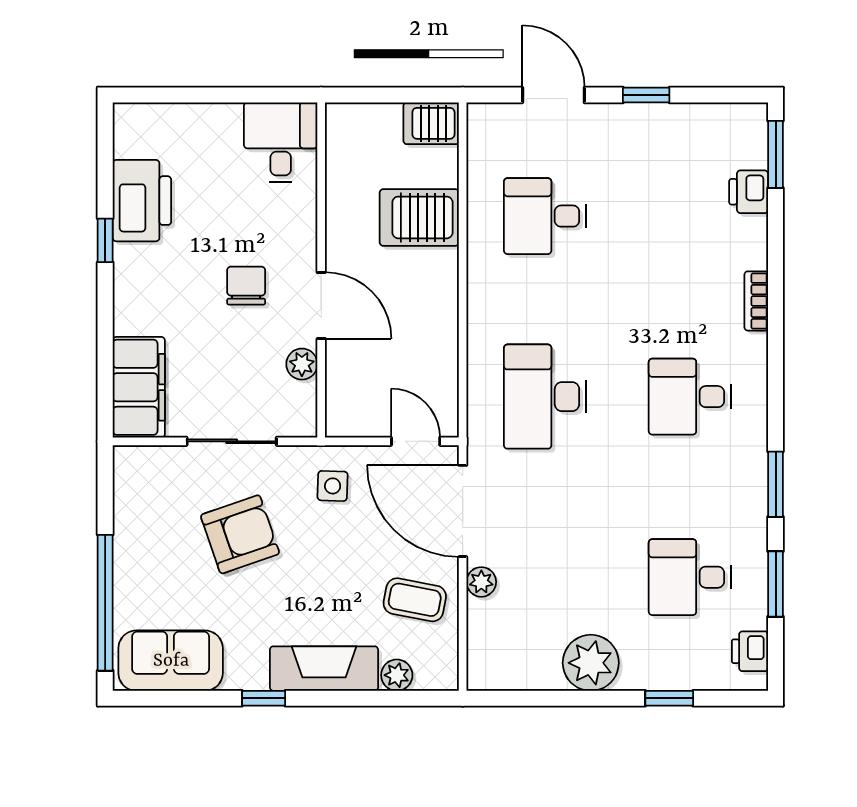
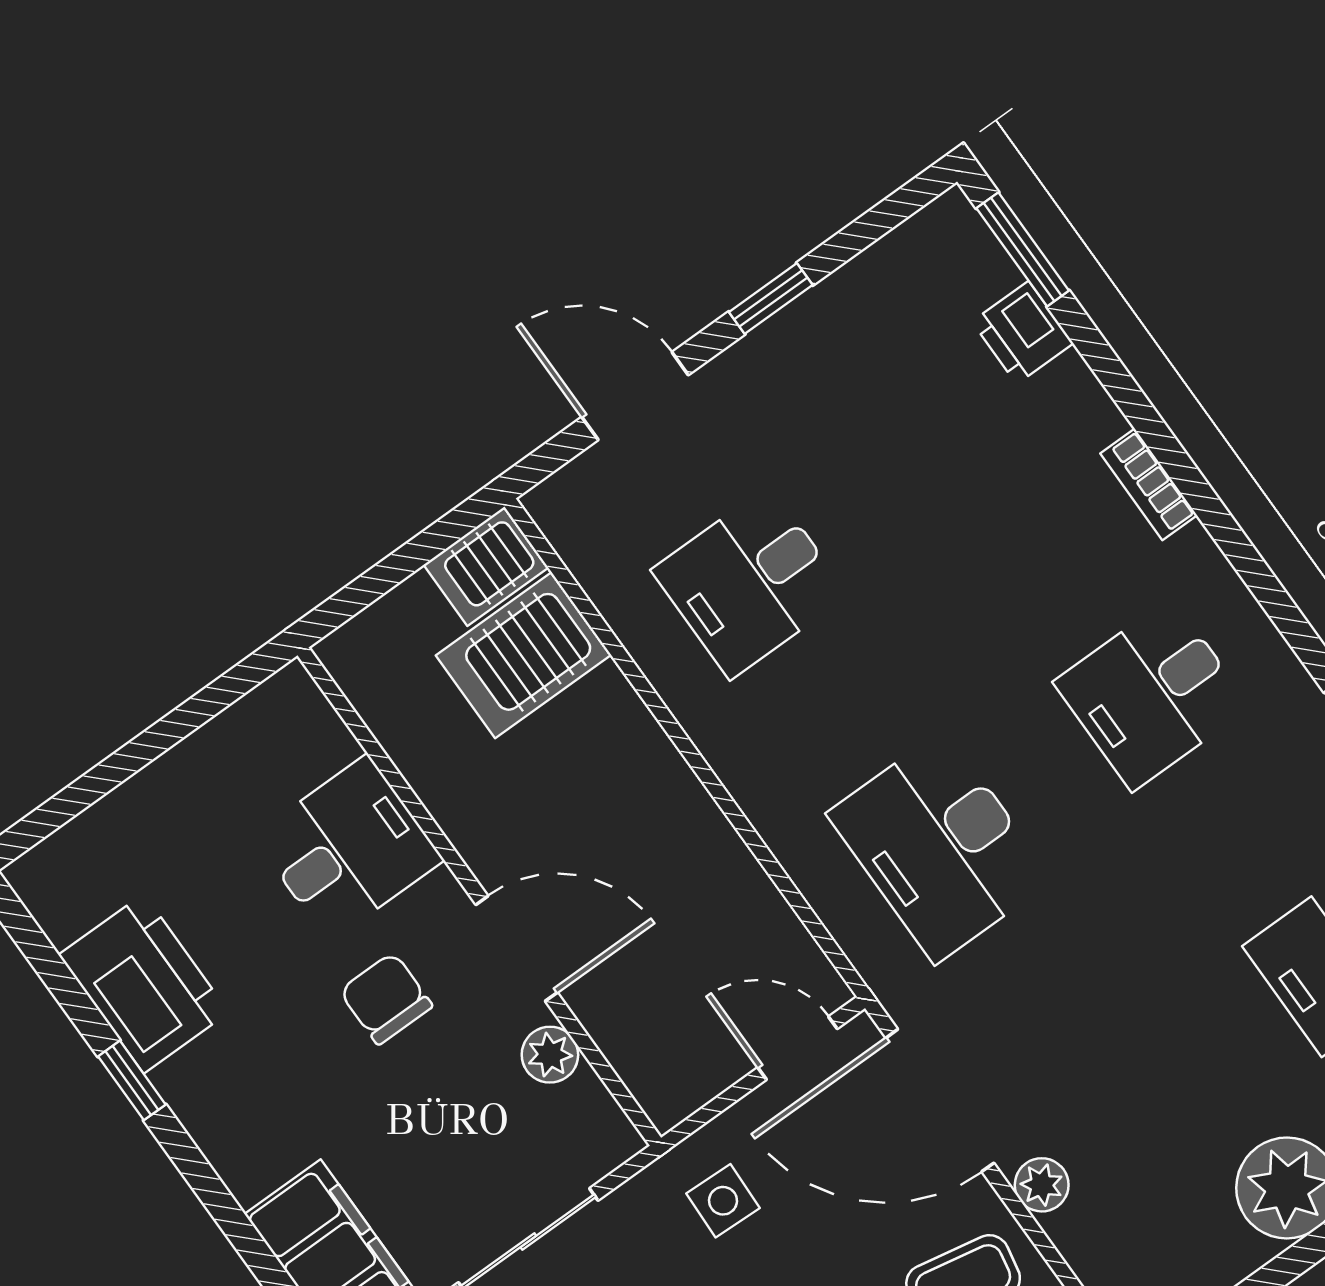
desk: (281, 142) -> (348, 848), moved, turned 90
server rack: (419, 217) -> (524, 655), moved

